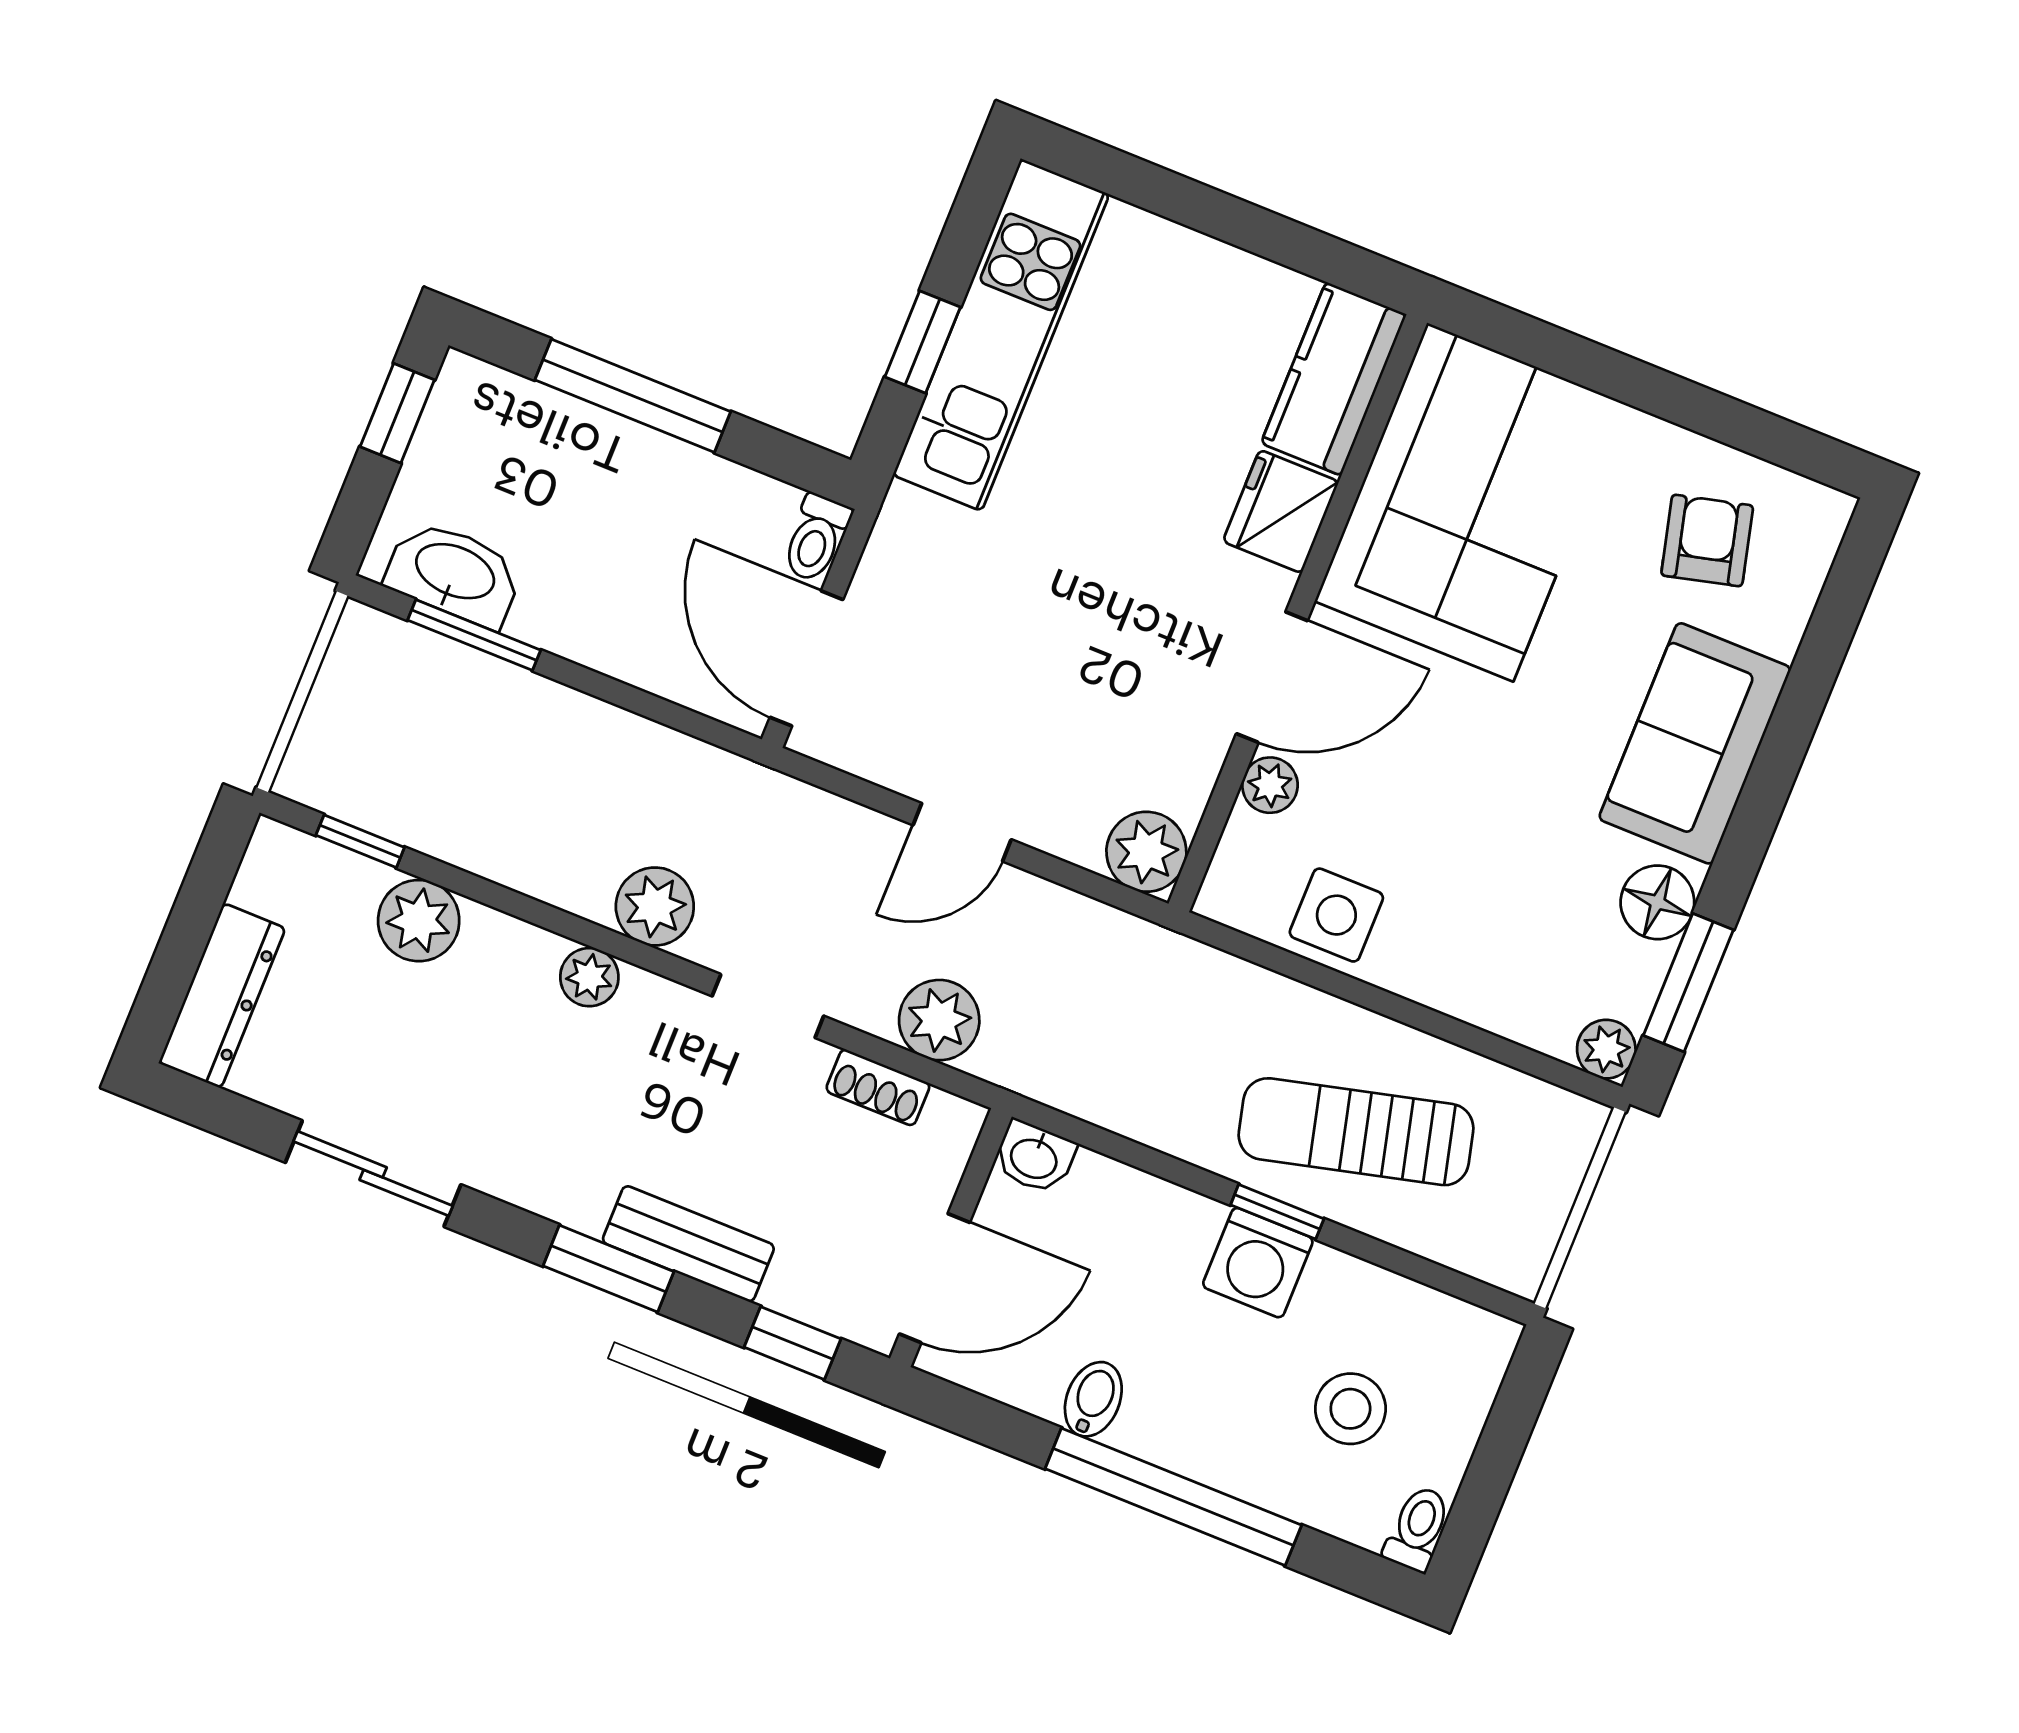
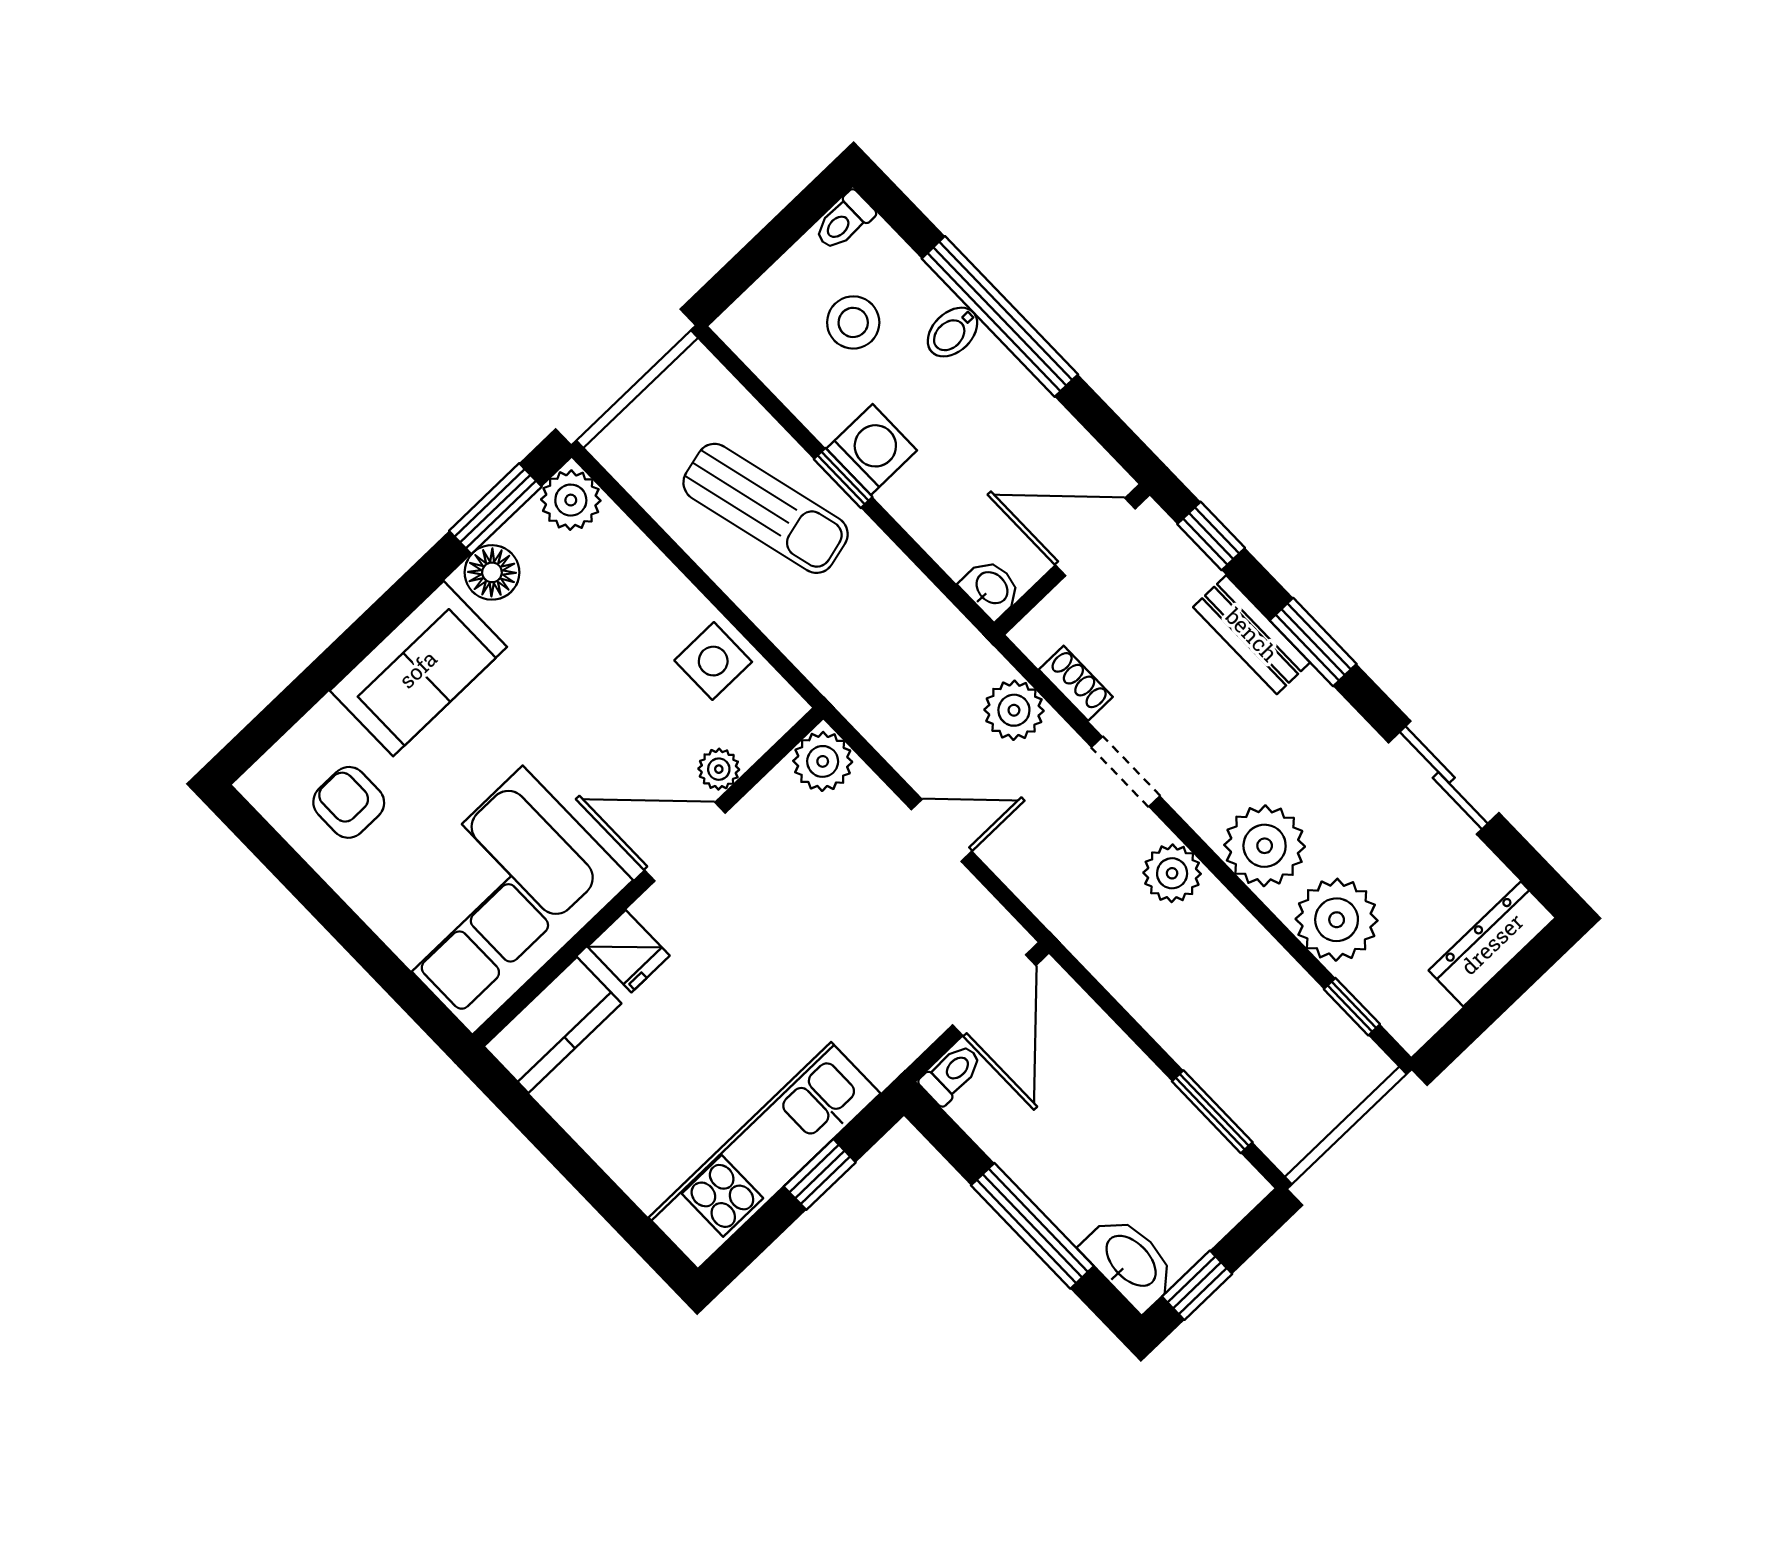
fridge: (1281, 511) -> (629, 951), width x0.72
armchair: (1707, 540) -> (349, 802), turned 104
washbasin: (454, 573) -> (1130, 1262), moved, turned 180
plant: (419, 921) -> (1337, 920), width x1.36, depth x1.36
plant: (589, 977) -> (1265, 846), width x1.88, depth x1.88
plant: (1606, 1049) -> (571, 500), width x1.38, depth x1.38
bidet: (1093, 1399) -> (952, 332), moved

